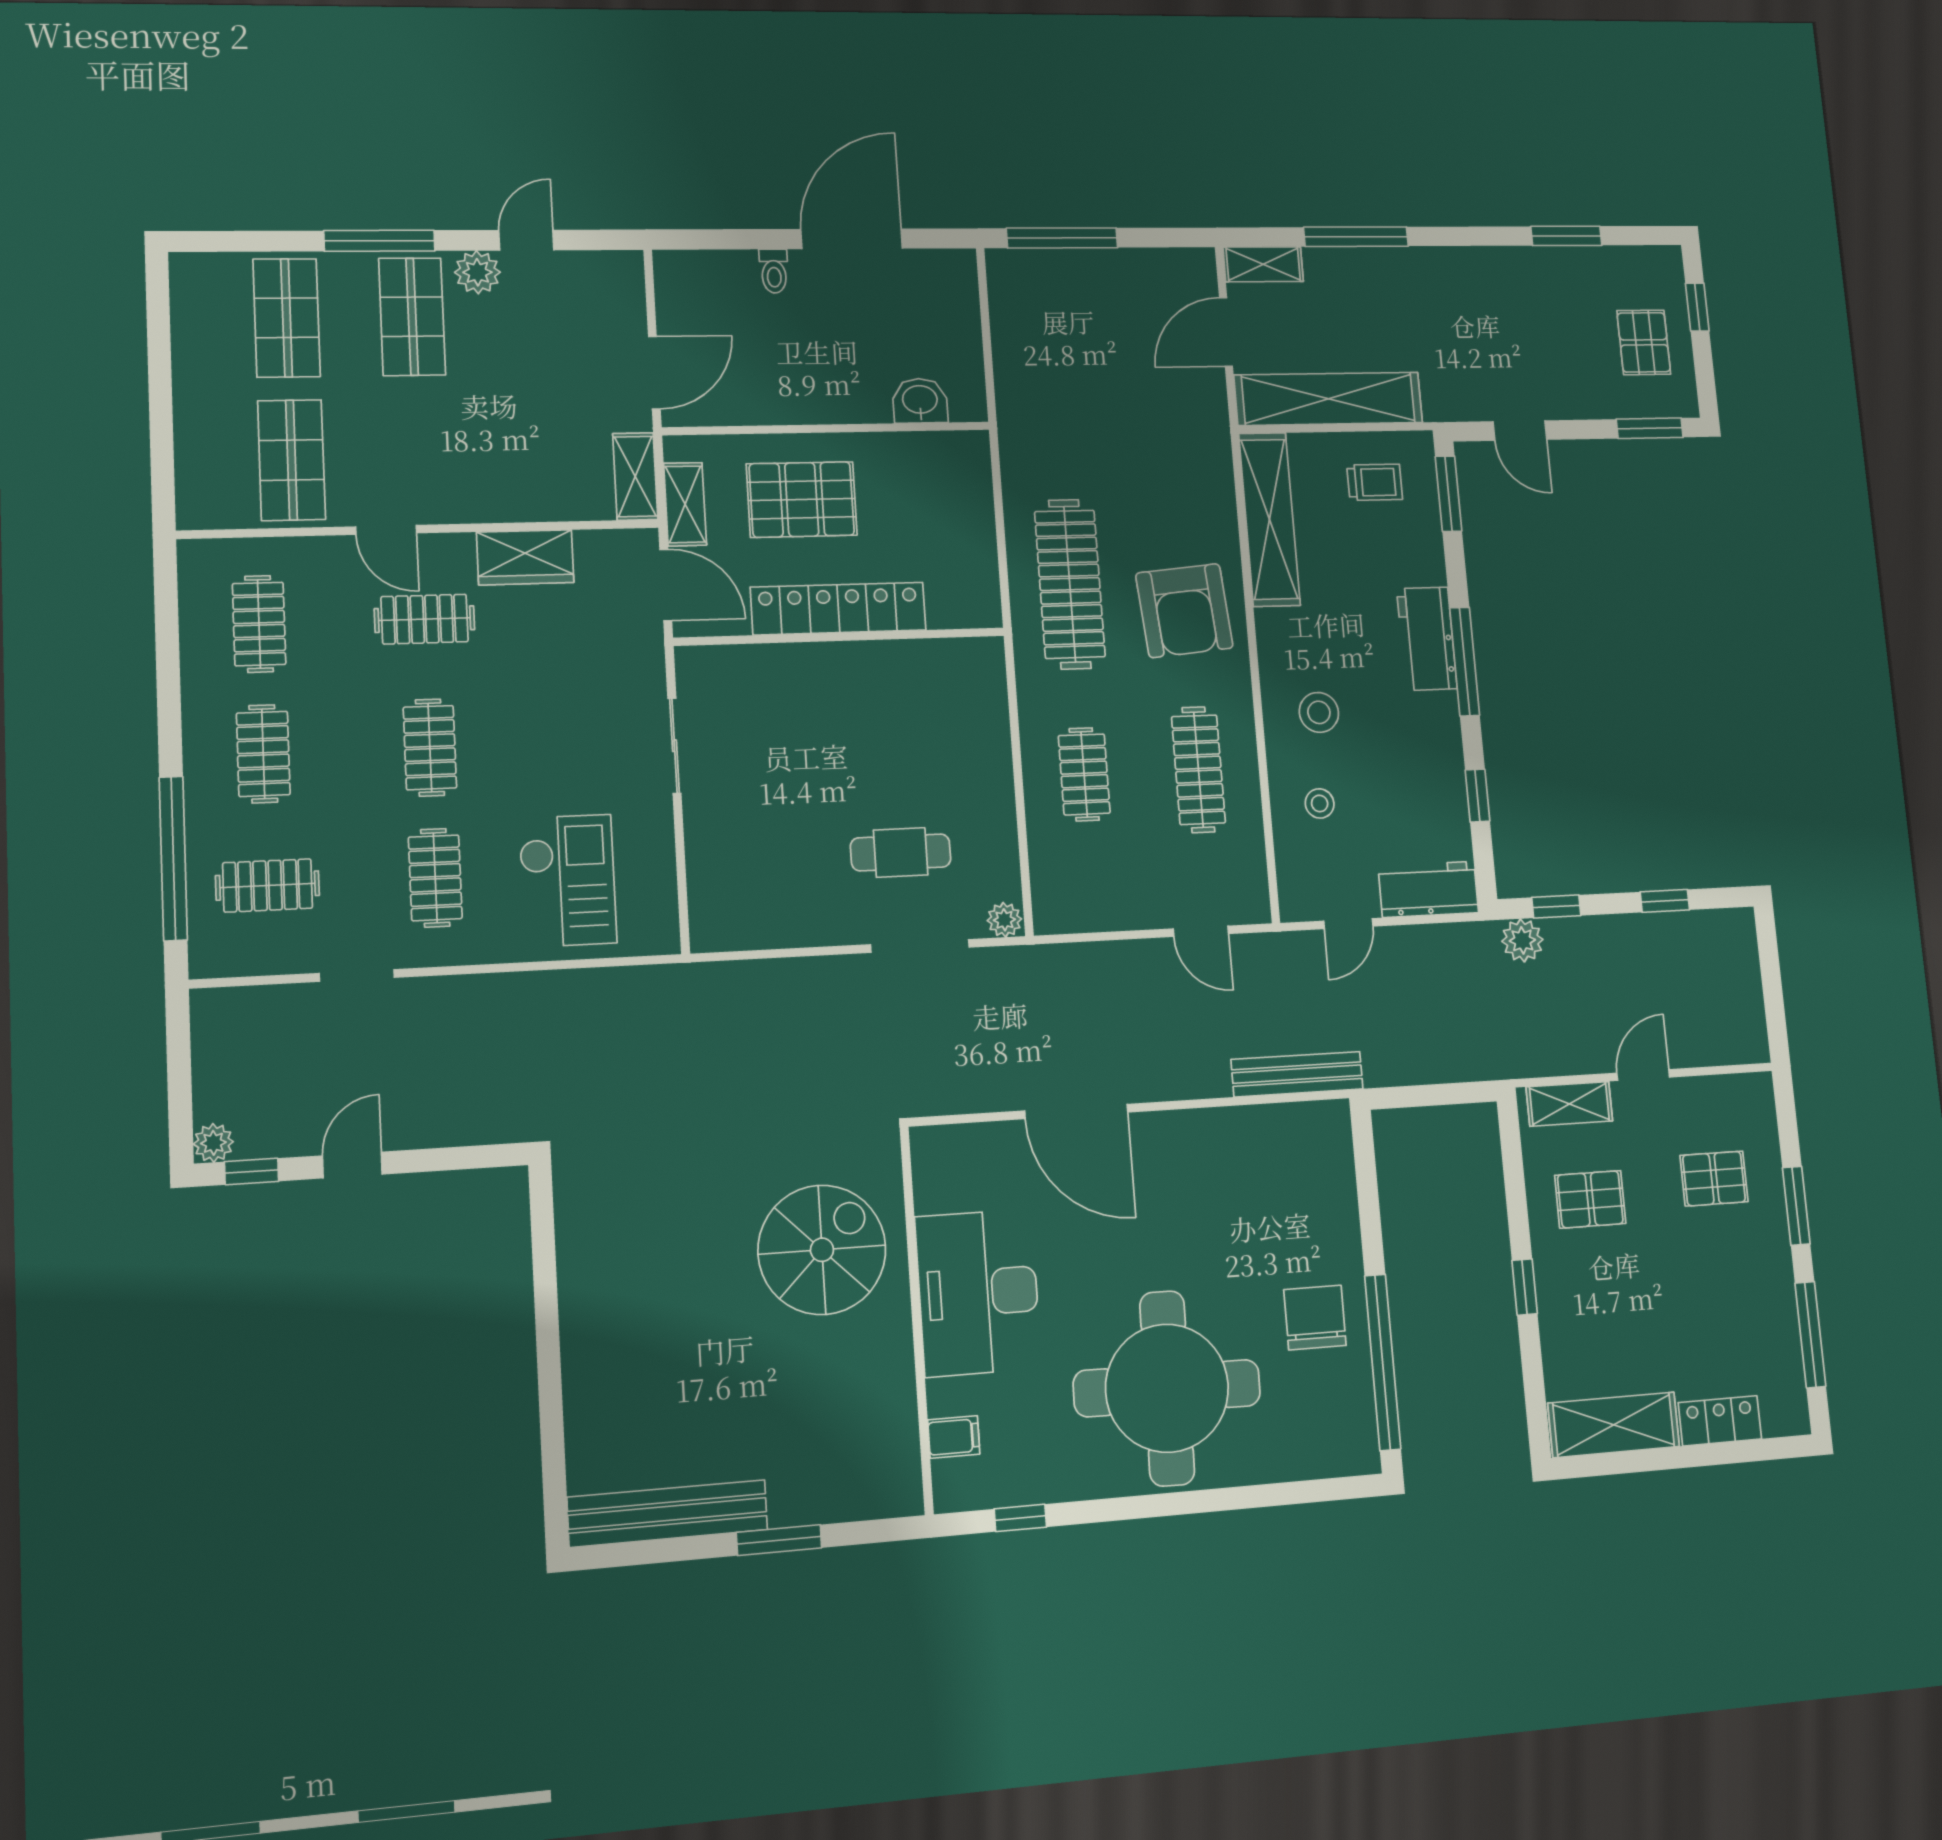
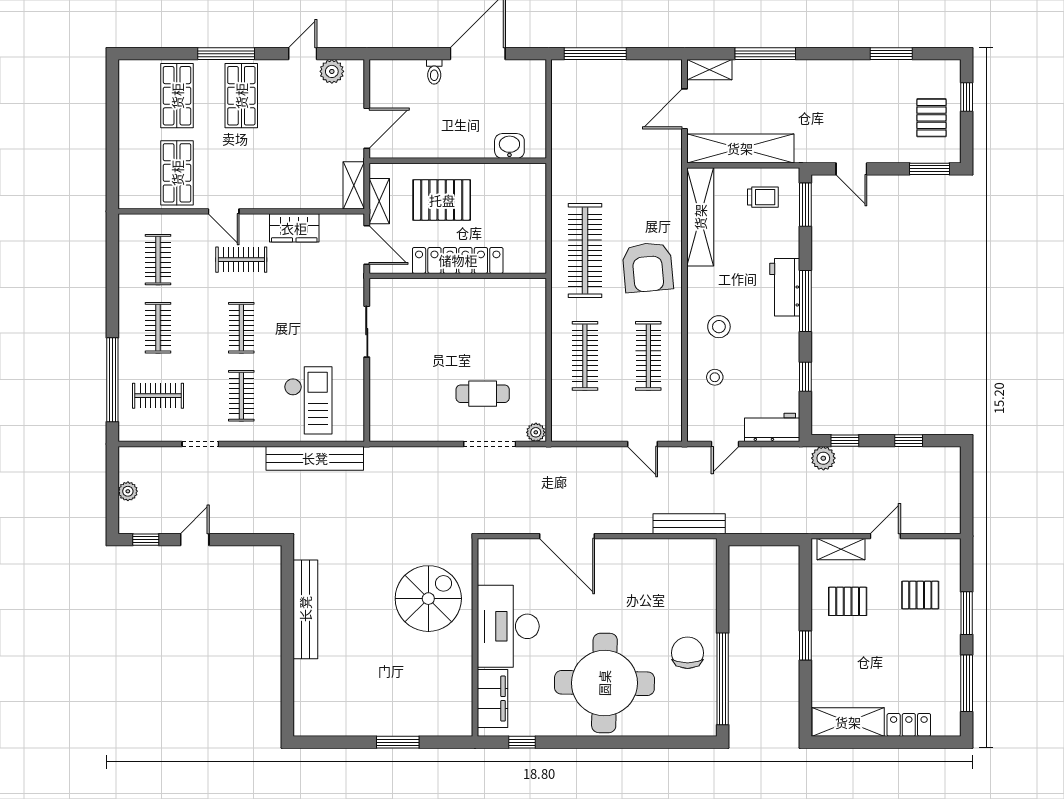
plant: (477, 272) -> (332, 71), moved
clothes rail: (1084, 774) -> (585, 356), width x1.36
bench: (586, 991) -> (315, 458), added
plant: (213, 1143) -> (128, 491), moved
filing cabinet: (954, 1437) -> (492, 699), width x3.00, depth x1.17
bench: (668, 1513) -> (305, 609), moved, turned 90

